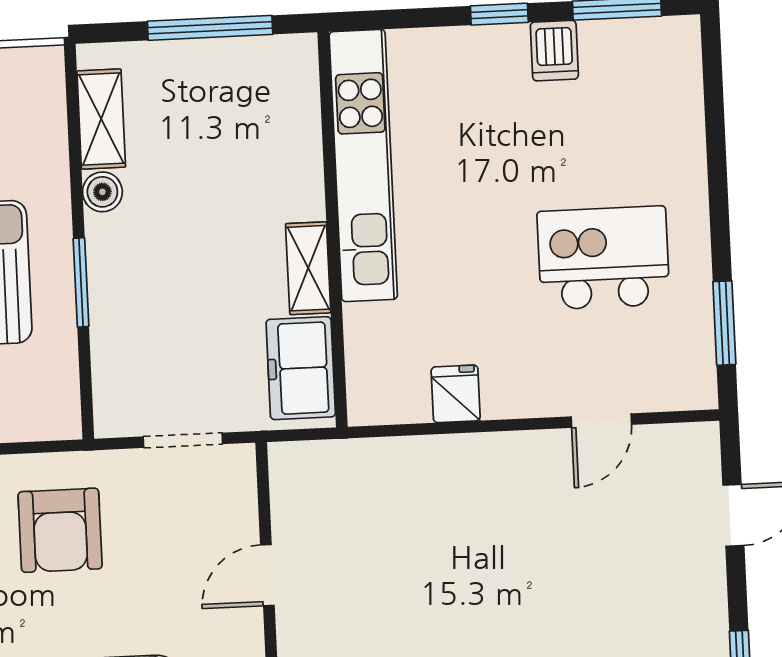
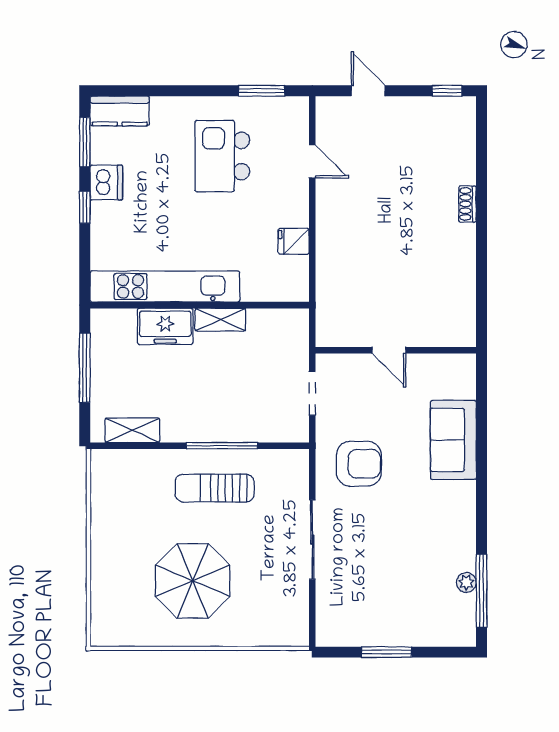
dishwasher: (554, 51) -> (106, 183), width x1.38
kitchen counter: (676, 69) -> (120, 111), added
boiler: (102, 192) -> (173, 432), removed
window: (81, 282) -> (222, 446), width x1.44
freezer: (301, 368) -> (165, 326), moved

